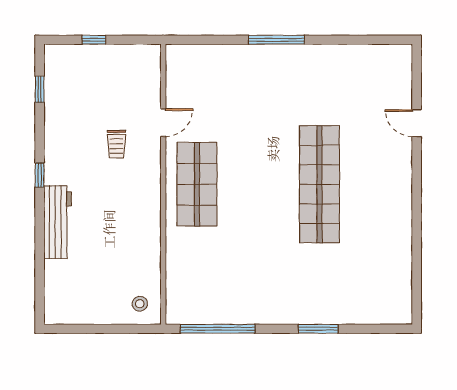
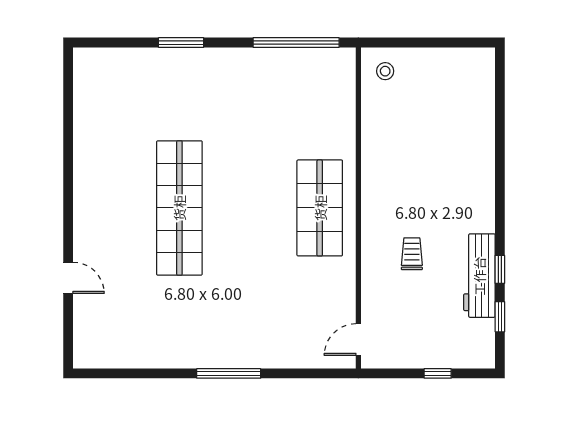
door: (163, 123) -> (358, 340), moved
window: (40, 175) -> (500, 269), moved
workbench: (57, 222) -> (479, 276), moved

